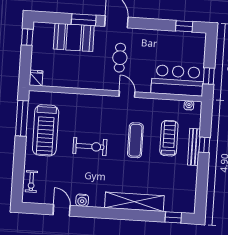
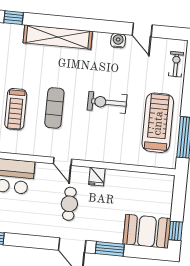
booth: (74, 37) -> (147, 231), moved
fridge: (36, 78) -> (97, 177), moved

